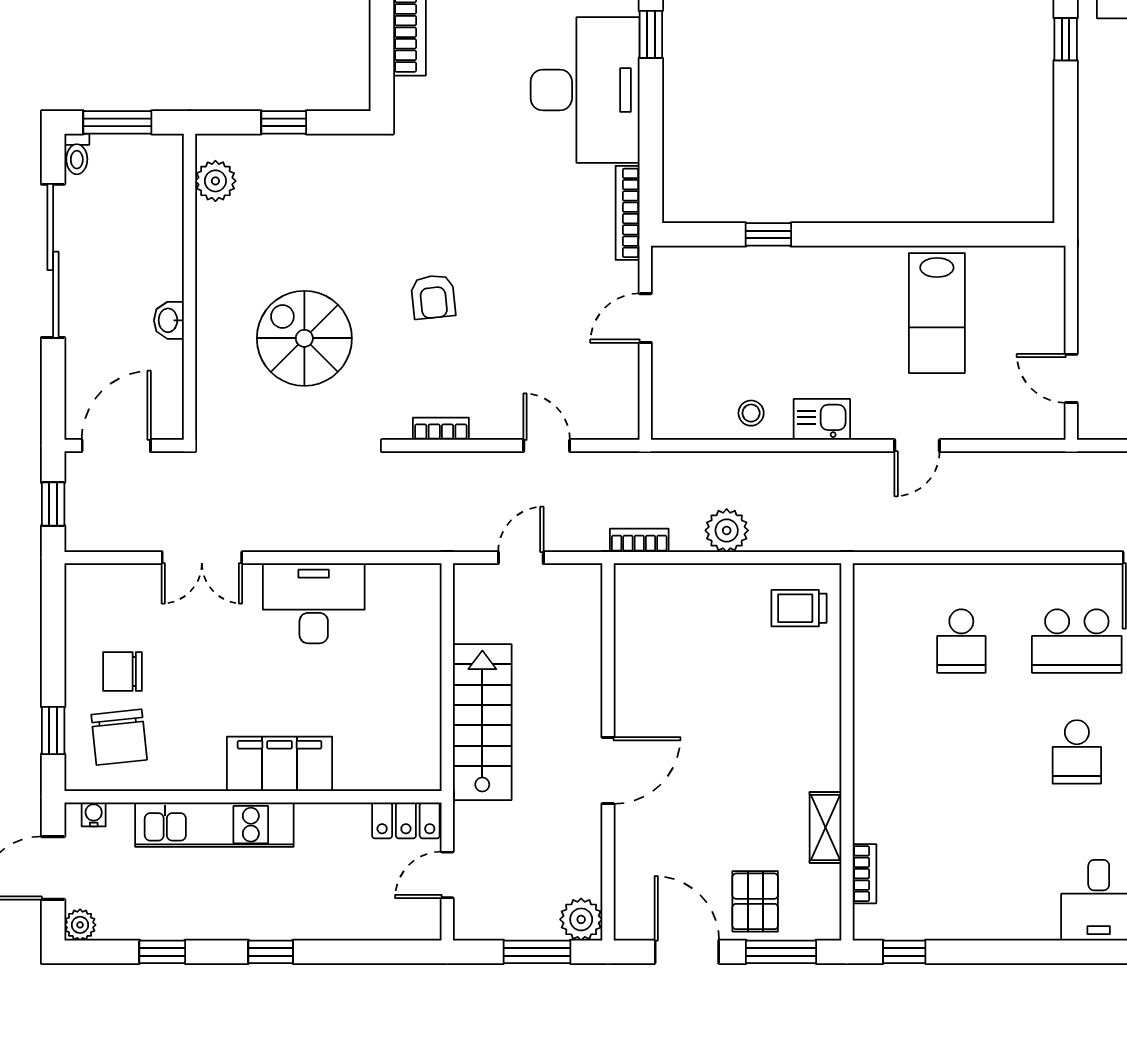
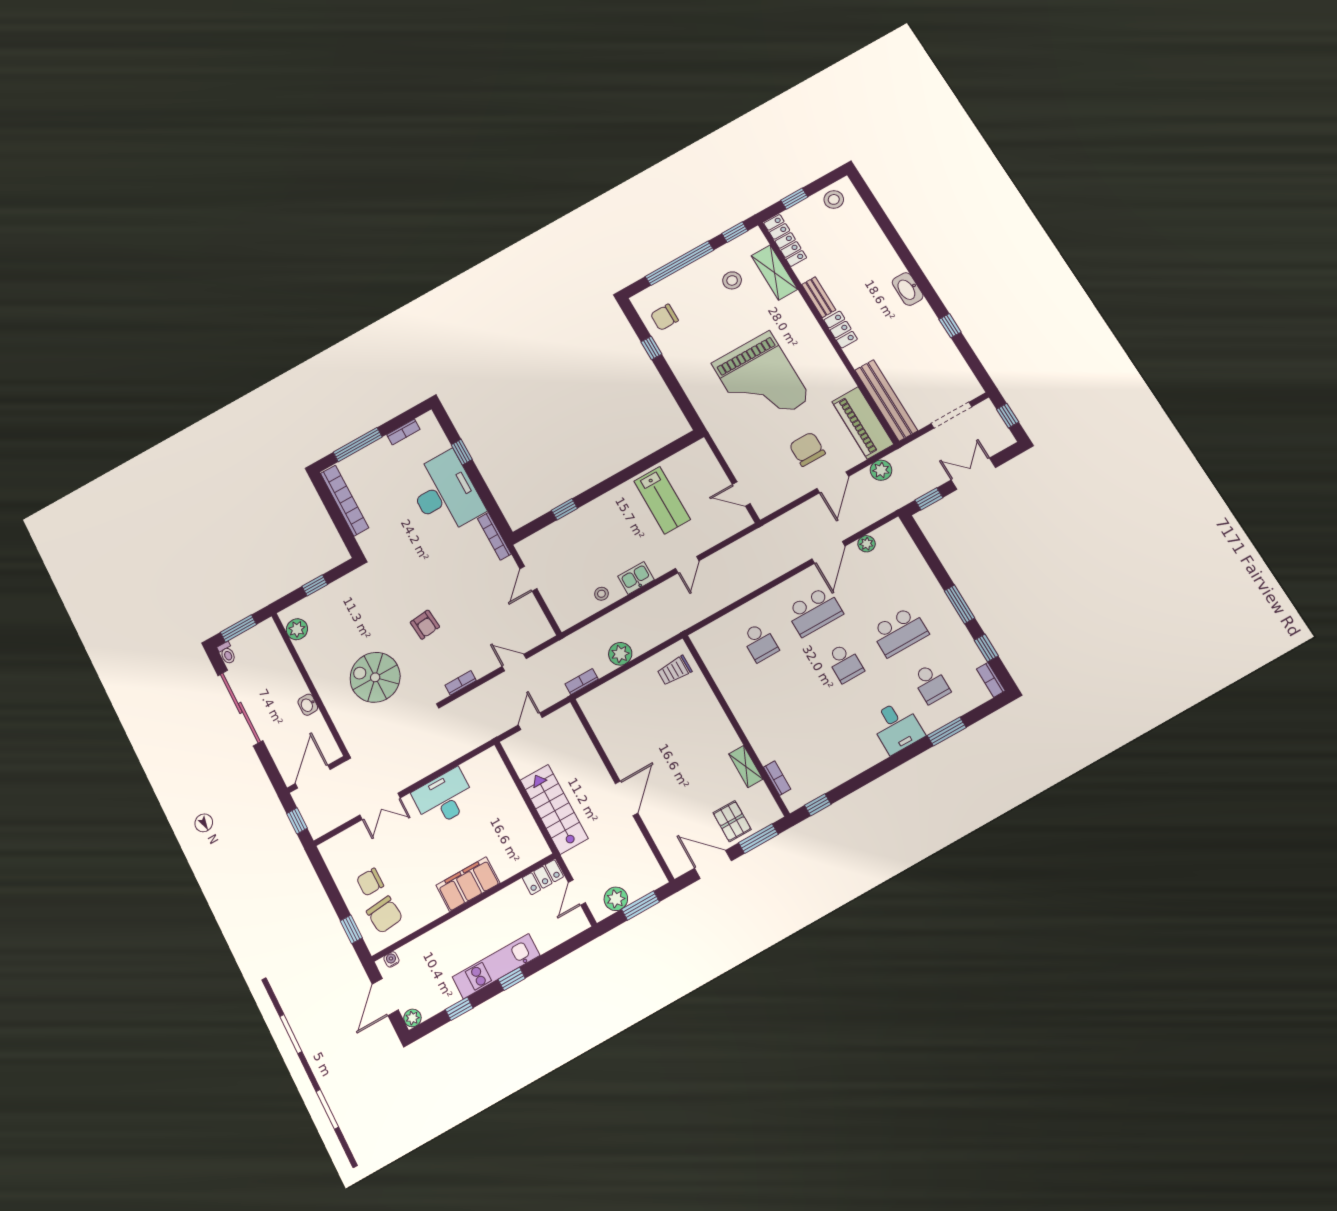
kitchen unit: (214, 825) -> (496, 966), moved, turned 180
plant: (581, 919) -> (616, 899), moved

